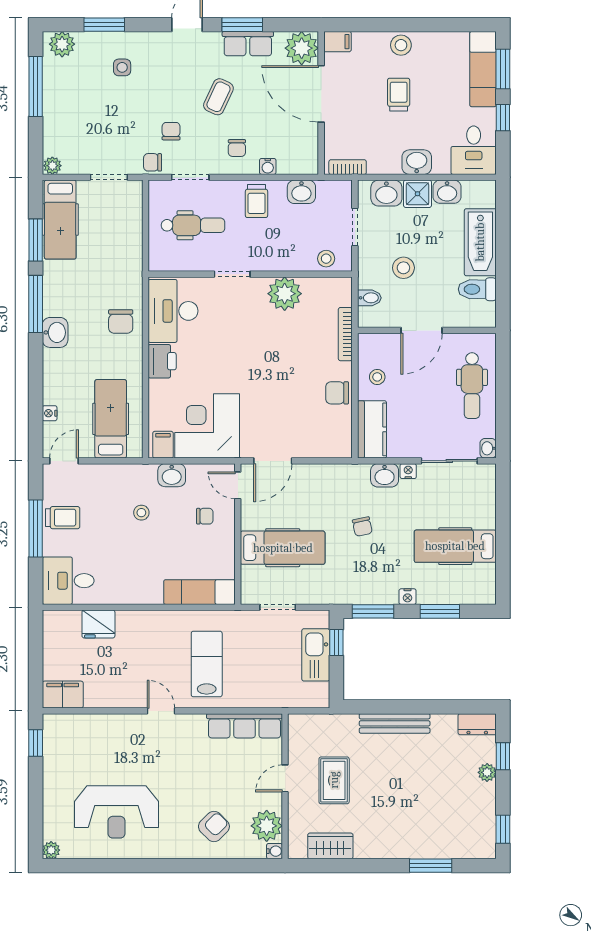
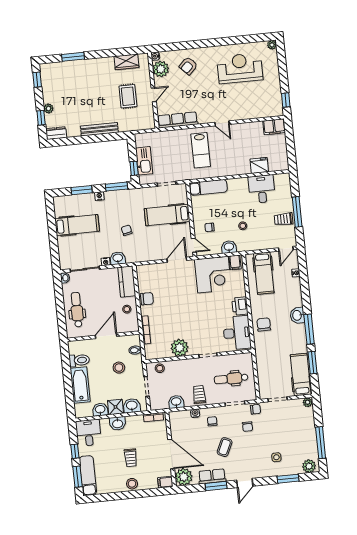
desk: (68, 581) -> (262, 189), moved, turned -90

